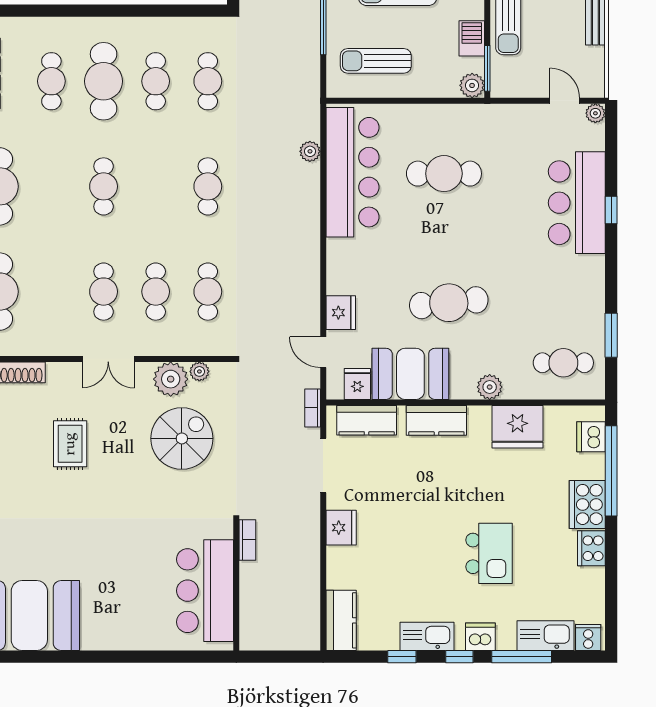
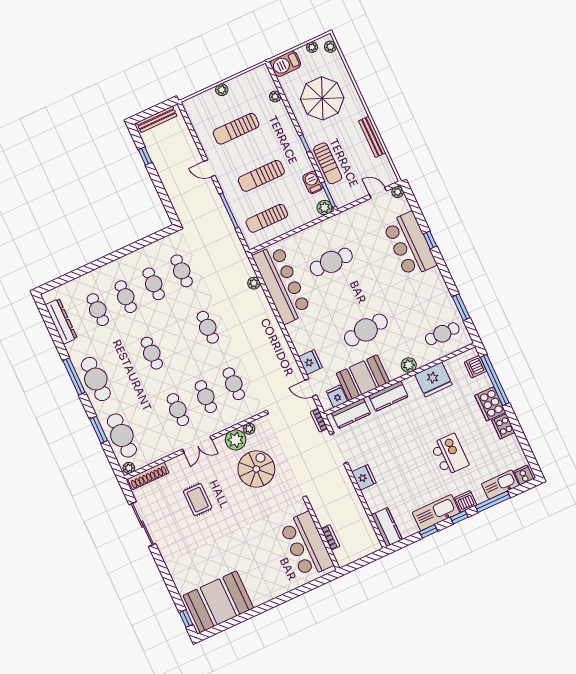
cafe table: (104, 81) -> (126, 297), width x0.73, depth x0.74
bookcase: (247, 540) -> (331, 537), moved
kitchen sink: (427, 636) -> (436, 513), width x1.36, depth x1.24

